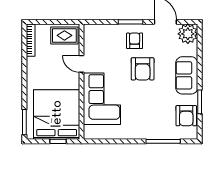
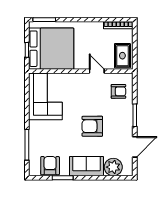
plant: (188, 34) -> (113, 167), moved
armchair: (135, 41) -> (118, 91), moved
door: (81, 64) -> (97, 71), hinge flipped
corner sofa: (102, 99) -> (45, 97), moved, turned -90
armchair: (186, 116) -> (50, 166), turned 90

